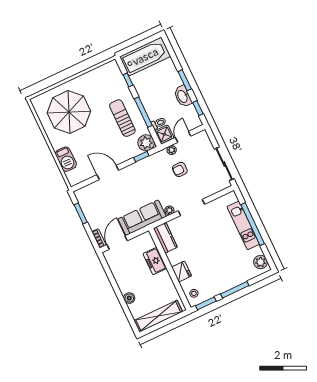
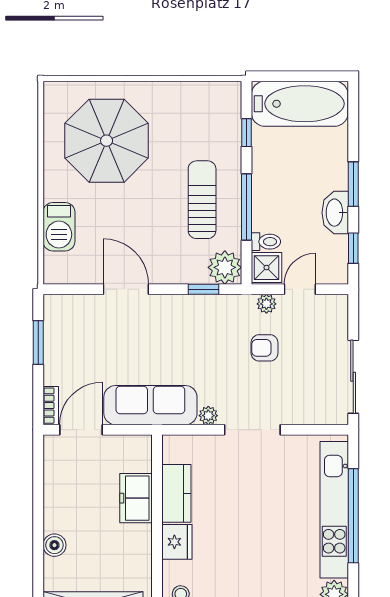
kitchen unit: (243, 225) -> (334, 510), width x1.36
kitchen counter: (165, 238) -> (176, 493), moved

